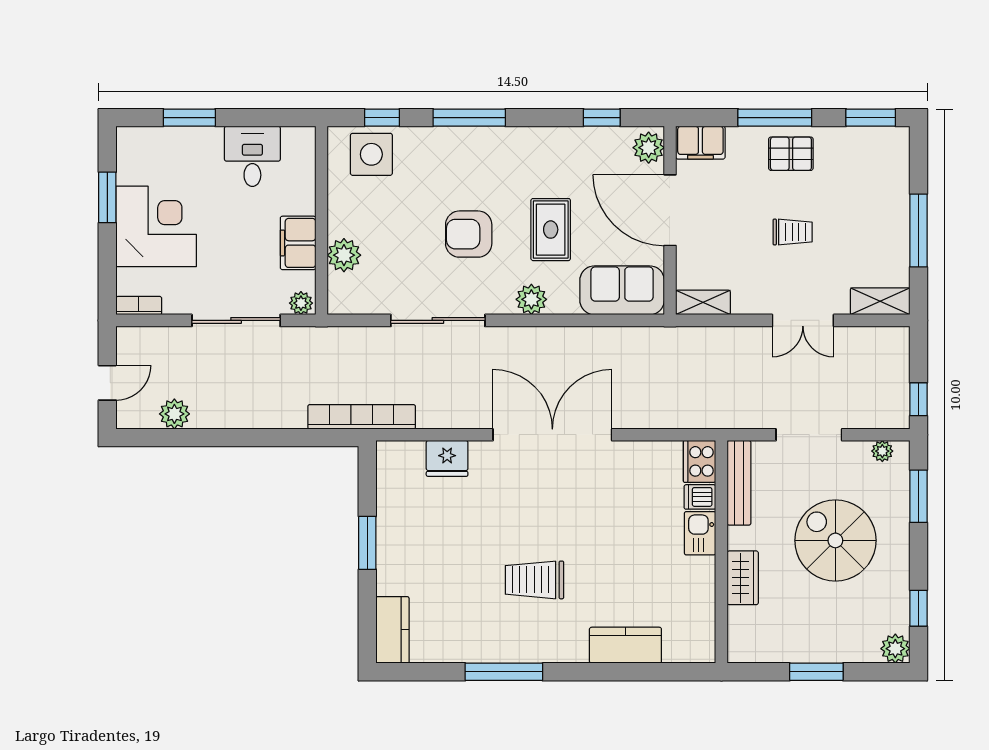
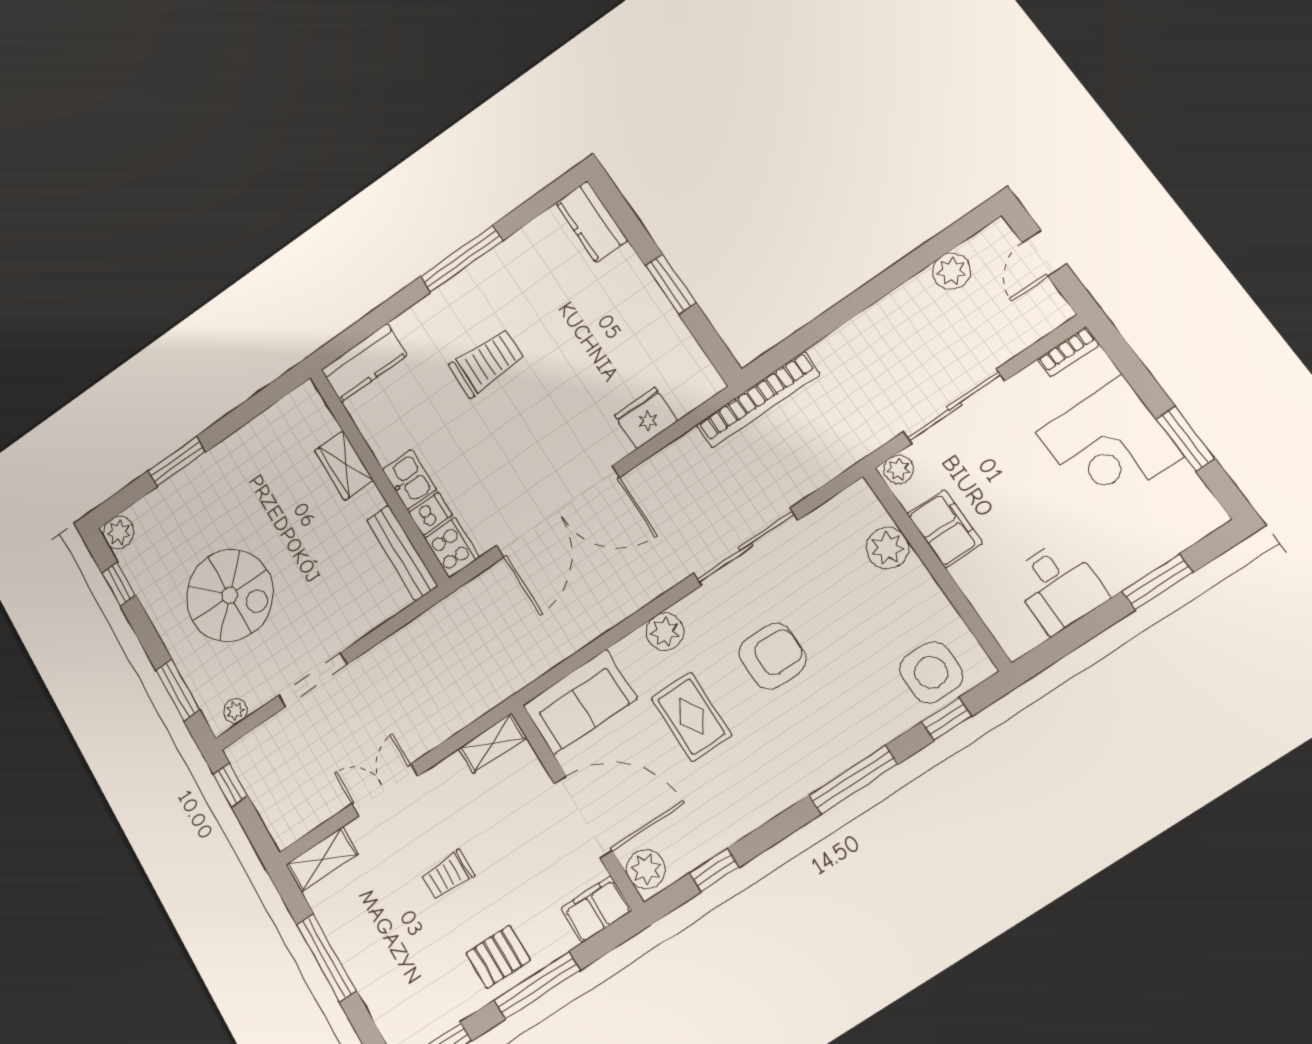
cooker: (700, 461) -> (452, 548), moved
bench: (739, 483) -> (402, 553), moved
dishwasher: (700, 497) -> (431, 514), moved
kitchen sink: (700, 533) -> (409, 479), moved
wall: (721, 552) -> (378, 476), moved
wardrobe: (743, 578) -> (344, 466), moved

